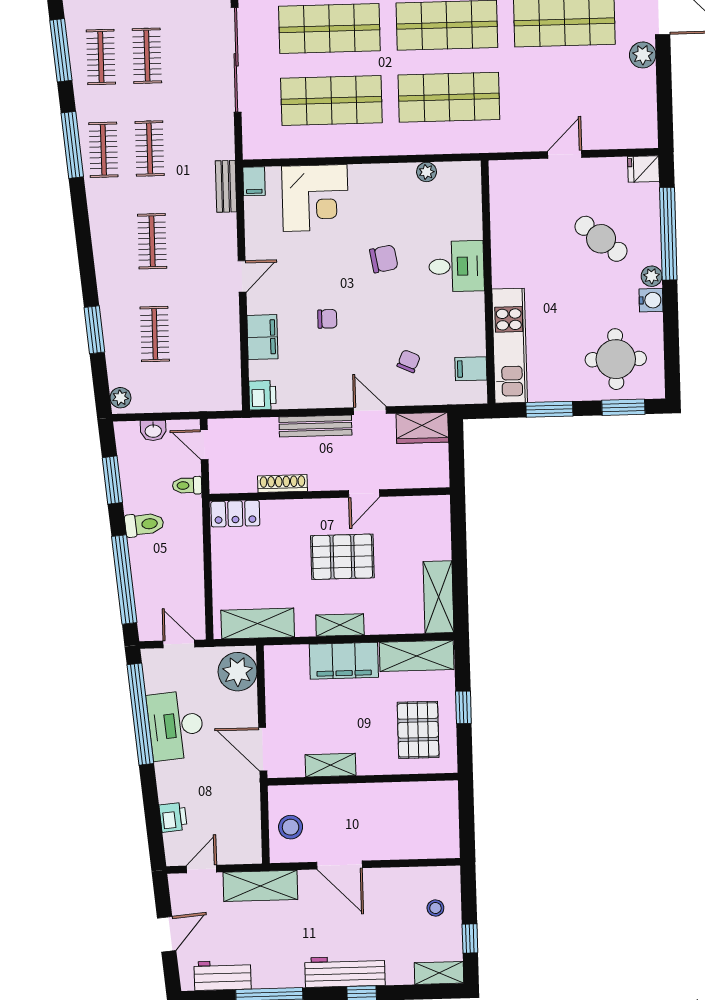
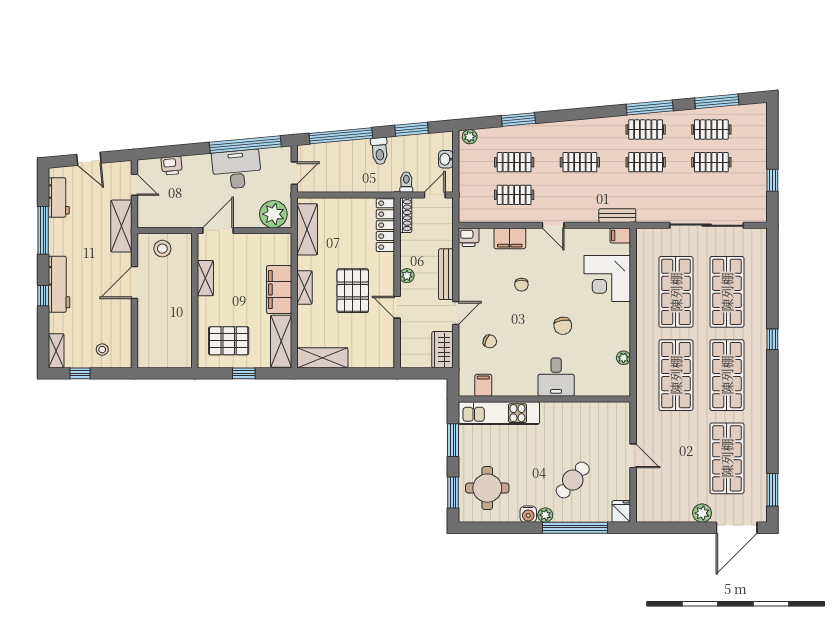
clothes rail: (201, 333) -> (514, 195), added
plant: (319, 481) -> (407, 276), added
shoe rack: (283, 484) -> (406, 215), moved
locker: (235, 514) -> (385, 225), width x1.53

